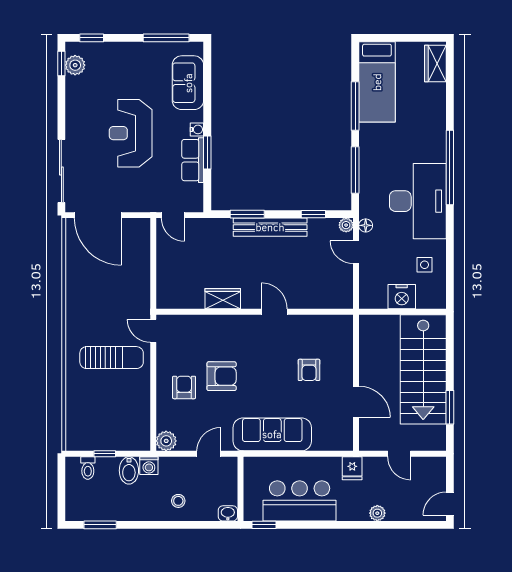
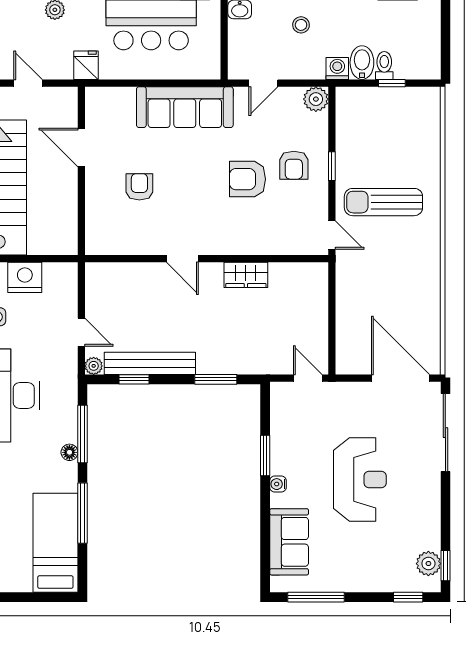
row of seats: (193, 160) -> (283, 446), removed
floor lamp: (366, 225) -> (69, 452), moved
bench: (270, 227) -> (150, 363), moved
window: (153, 387) -> (332, 166), added
toilet: (88, 468) -> (384, 66), moved

